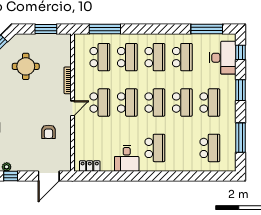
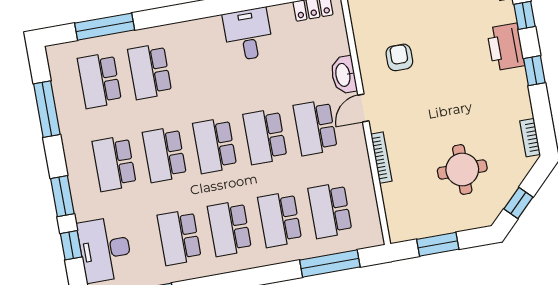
window: (240, 52) -> (71, 245), moved
washbasin: (80, 128) -> (344, 75), added
school desk: (155, 148) -> (150, 71), moved
window: (202, 176) -> (105, 27), added

